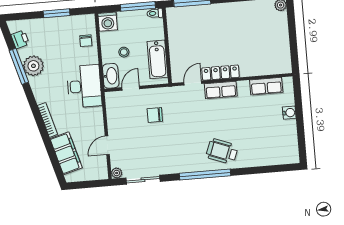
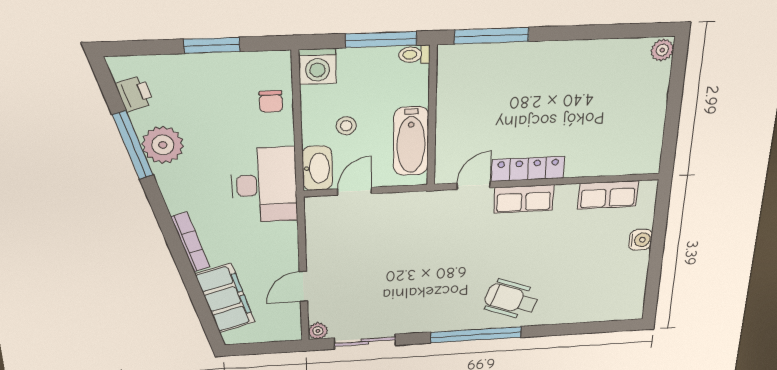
chair: (155, 115) -> (396, 238), removed

